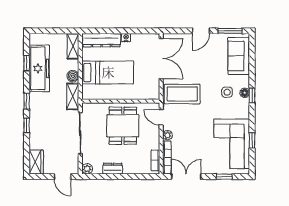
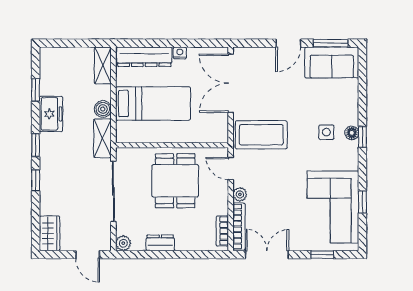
sofa: (239, 56) -> (332, 62), moved, turned -90
double door: (161, 59) -> (231, 83), swing flipped
freezer: (39, 68) -> (51, 114), width x0.52, depth x0.79

